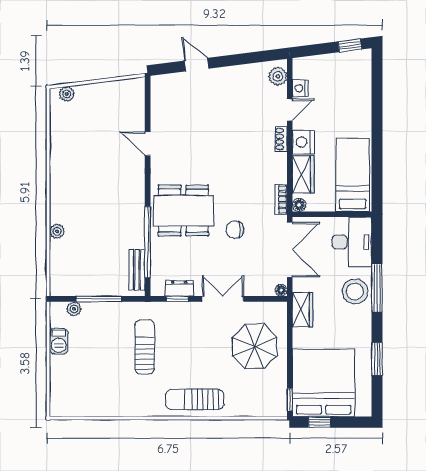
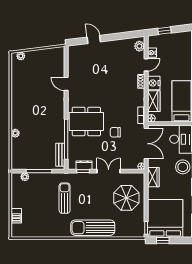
window: (350, 45) -> (165, 31), moved
barbecue: (59, 341) -> (16, 216), moved
sun lounger: (195, 399) -> (93, 228), width x1.36, depth x1.34

